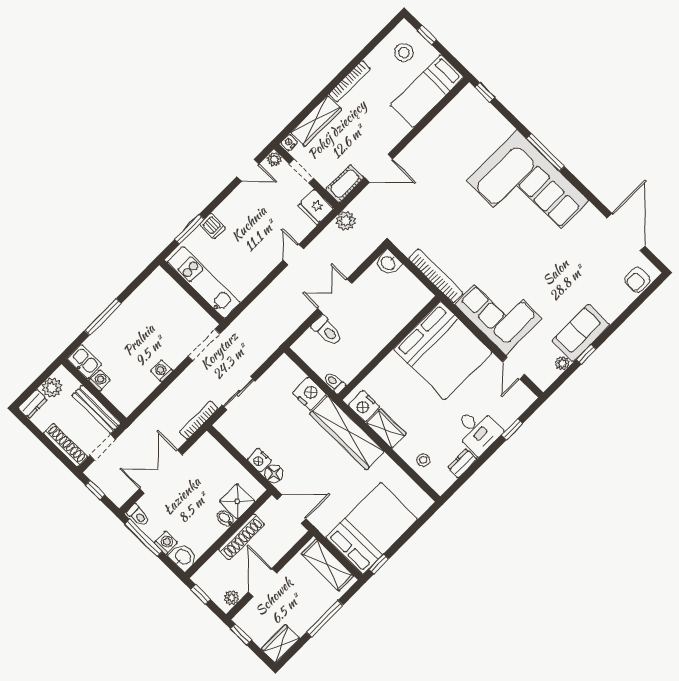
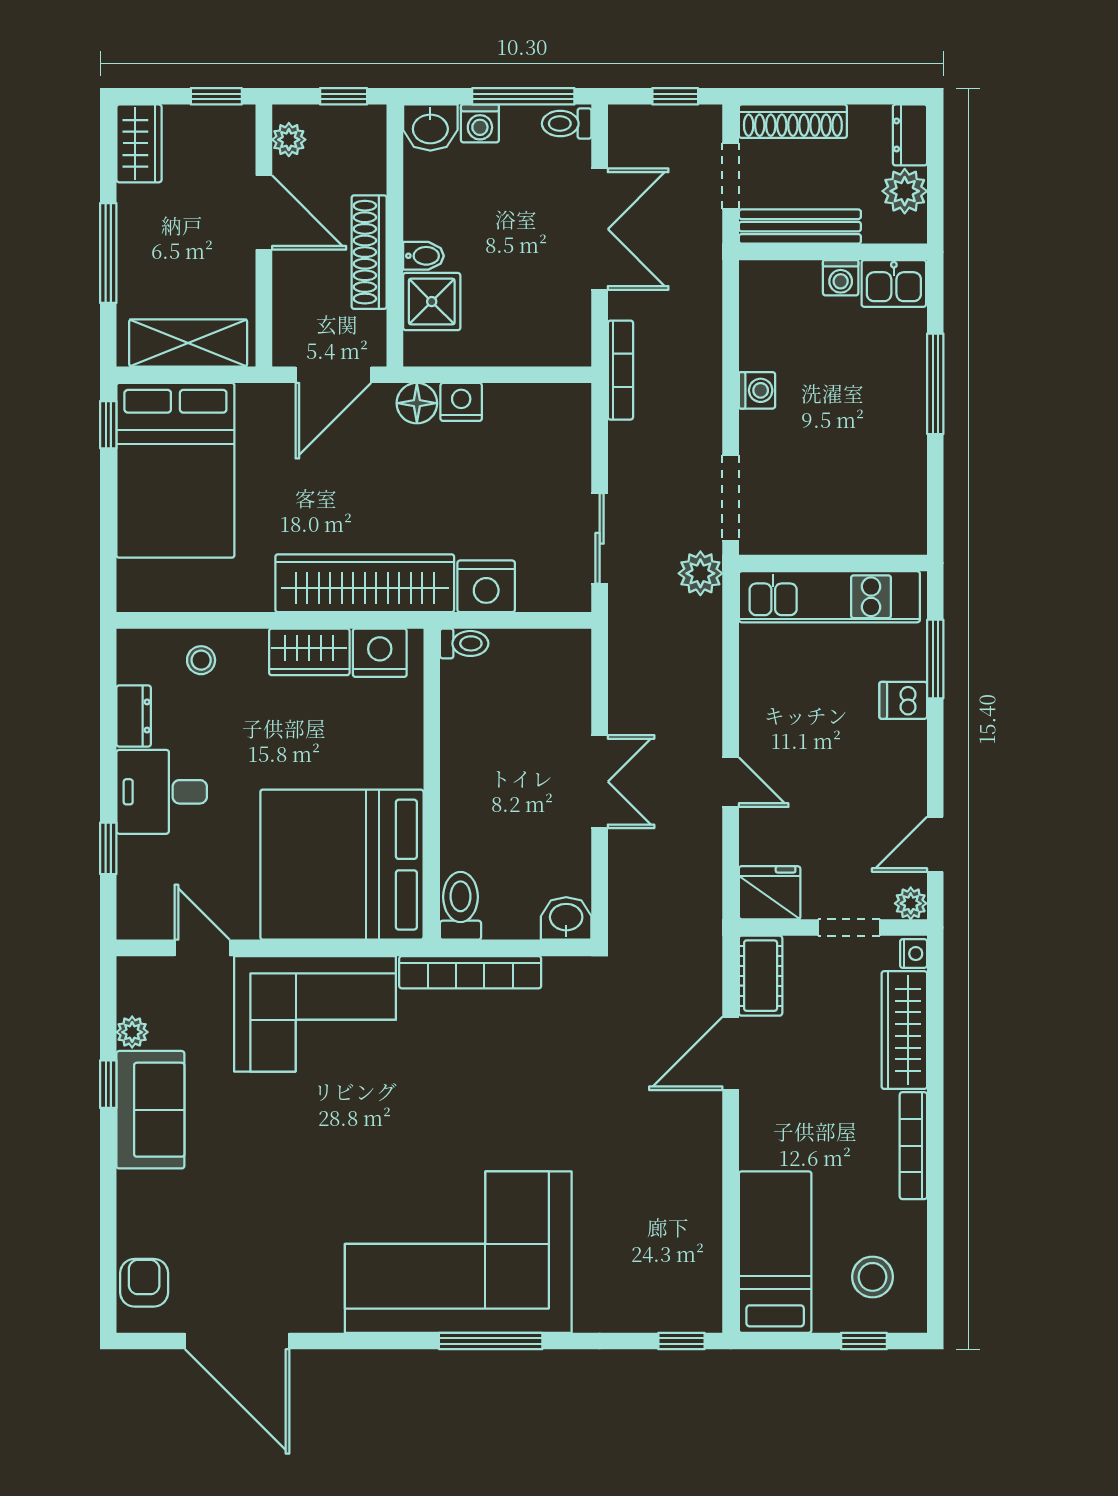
plant: (346, 221) -> (700, 573), moved
toilet: (327, 331) -> (461, 906), moved, turned 90
sliding door: (239, 393) -> (600, 538), moved

